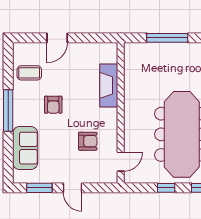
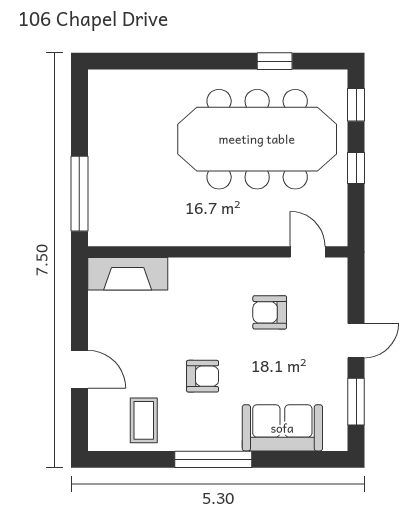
window: (167, 38) -> (79, 194), moved
fireplace: (109, 85) -> (128, 274), moved
armchair: (88, 141) -> (270, 312), turned -90

